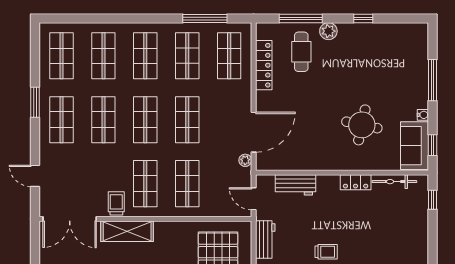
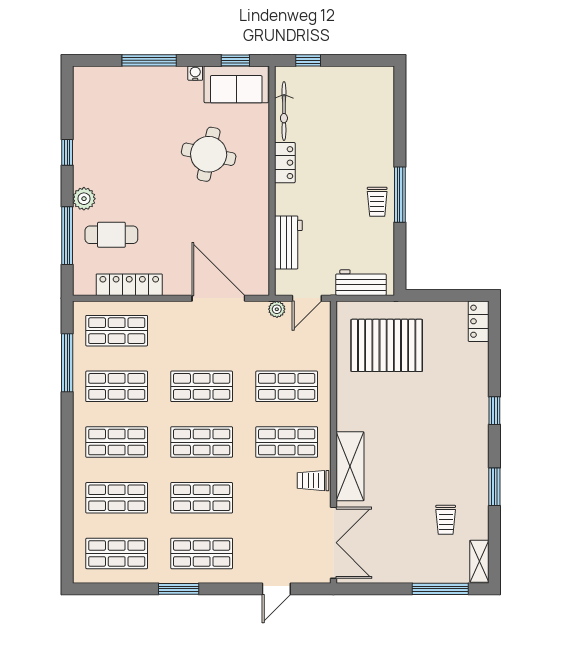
plant: (245, 160) -> (277, 309), moved
trolley: (326, 252) -> (377, 202), turned 180

